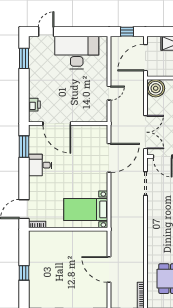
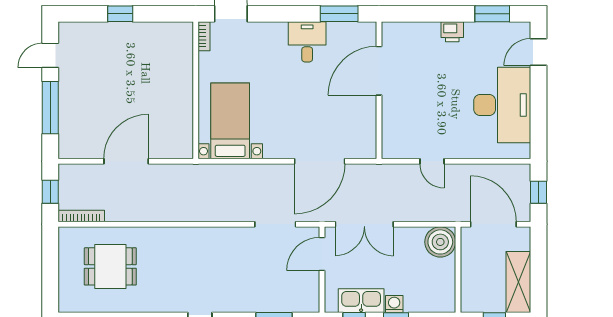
door: (46, 32) -> (538, 52), swing flipped
printer: (34, 105) -> (452, 32), moved
door: (109, 158) -> (320, 161), hinge flipped

